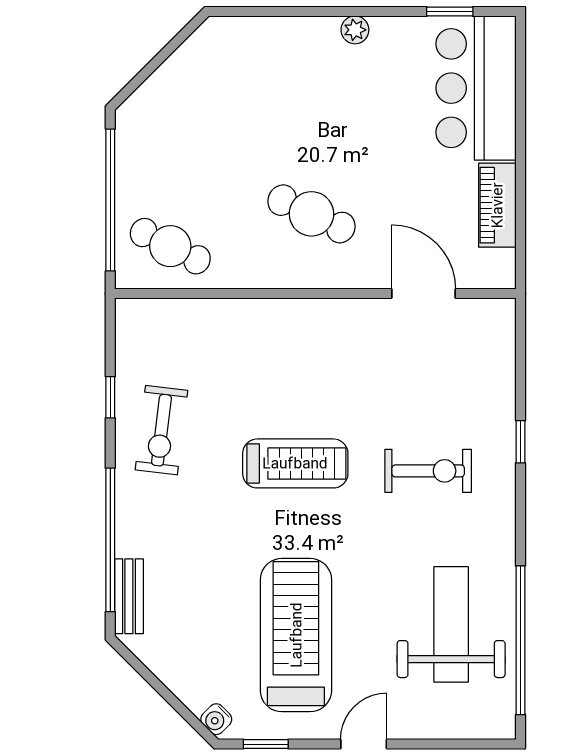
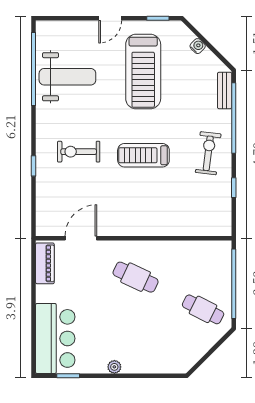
piano: (497, 205) -> (45, 263), moved
cafe table: (170, 246) -> (203, 309), moved
door: (423, 294) -> (81, 238), swing flipped
exercise bike: (161, 430) -> (208, 153), moved
weight bench: (451, 624) -> (67, 77), turned -90
water cooler: (216, 719) -> (198, 46), moved

